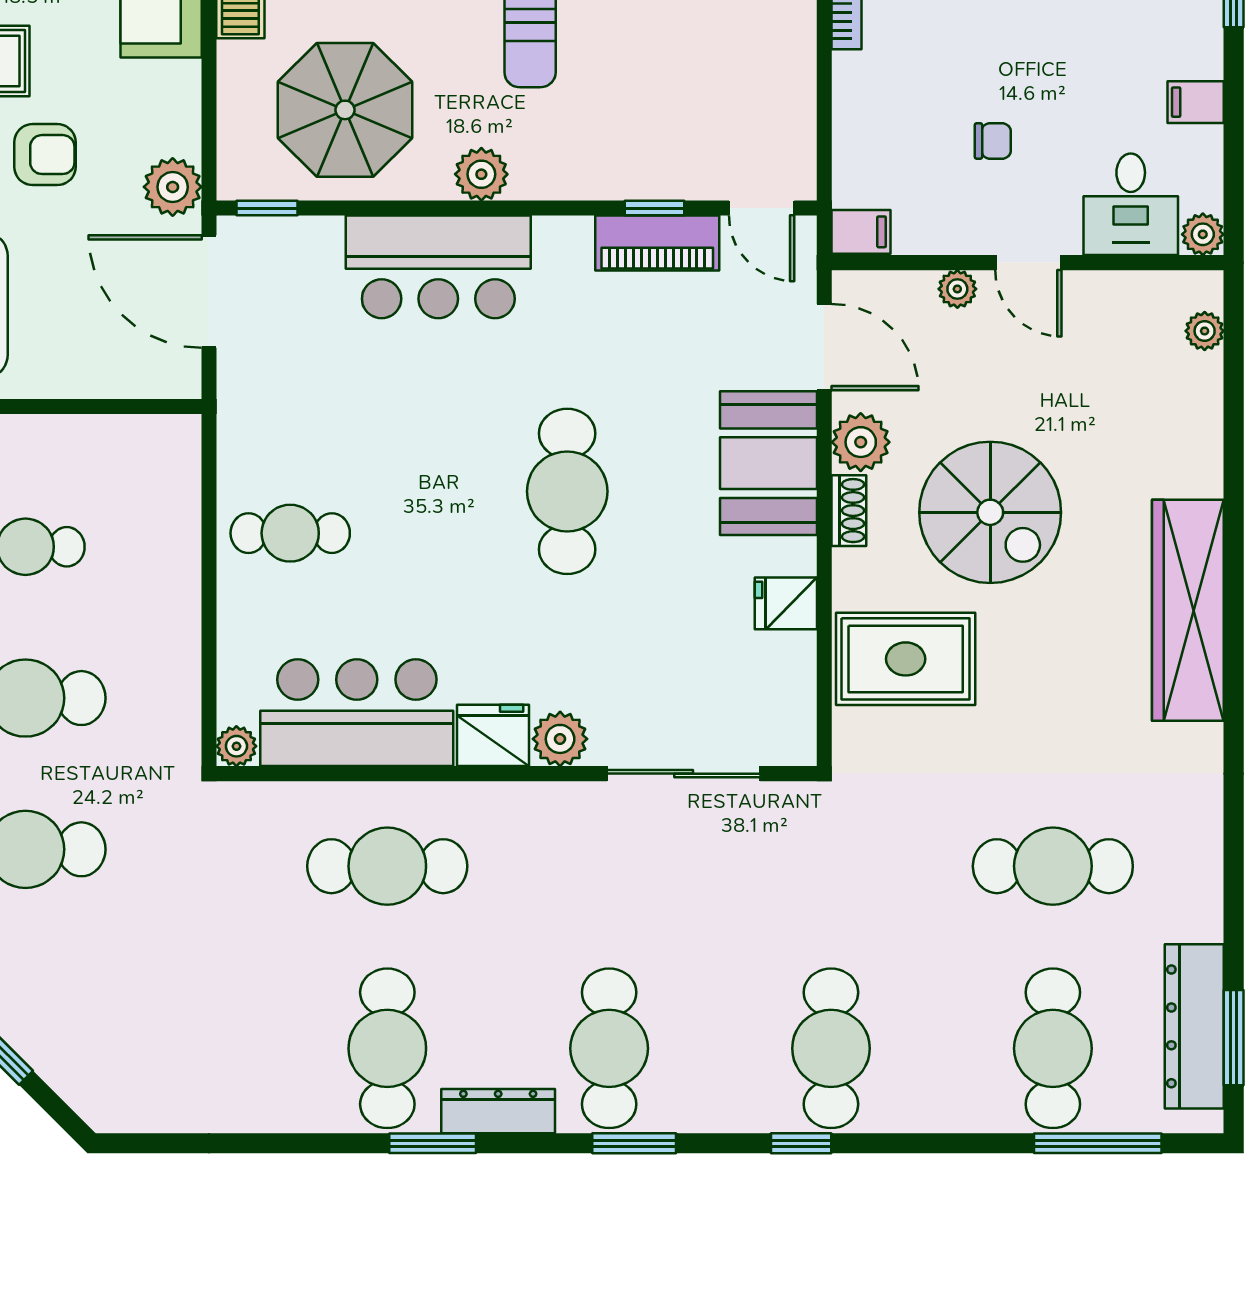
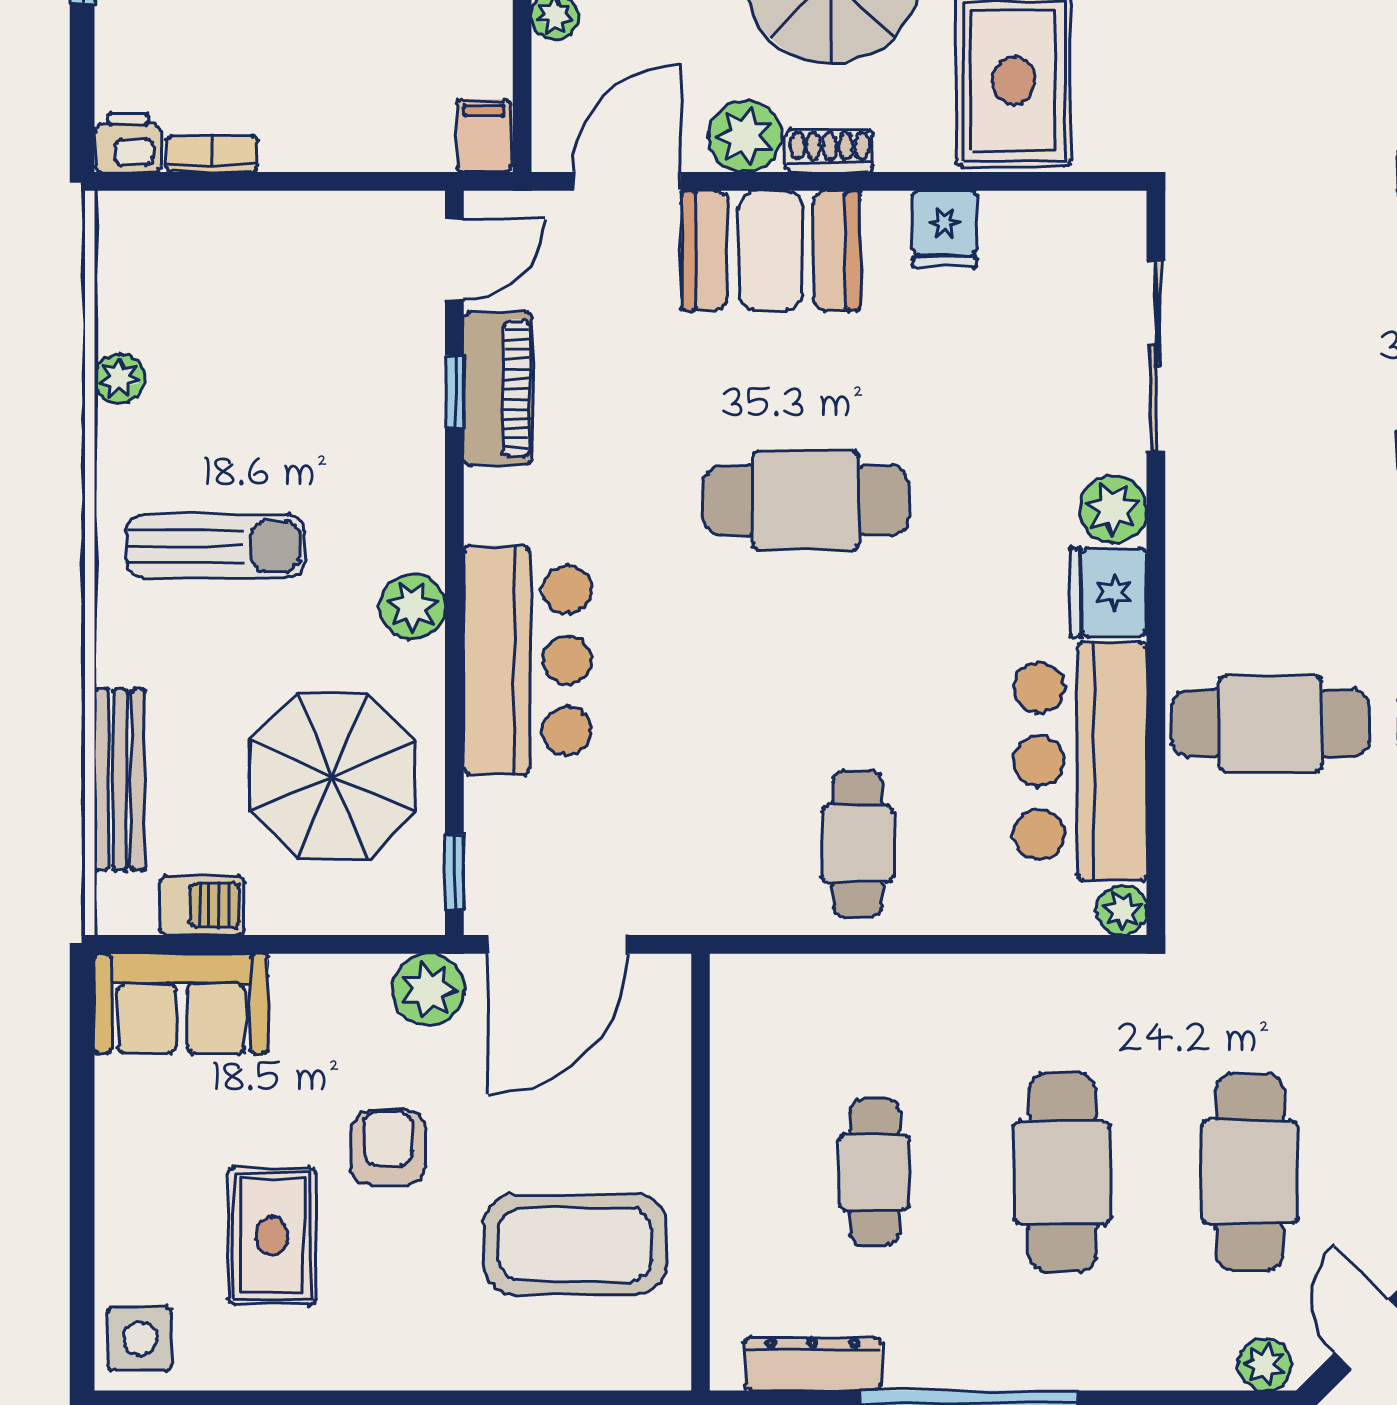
cafe table: (387, 866) -> (1271, 723), turned 90

